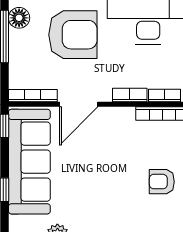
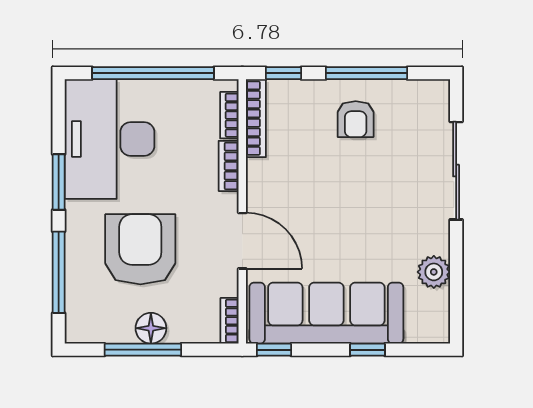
floor lamp: (19, 18) -> (151, 328), moved
bookcase: (33, 96) -> (230, 321), width x0.64

